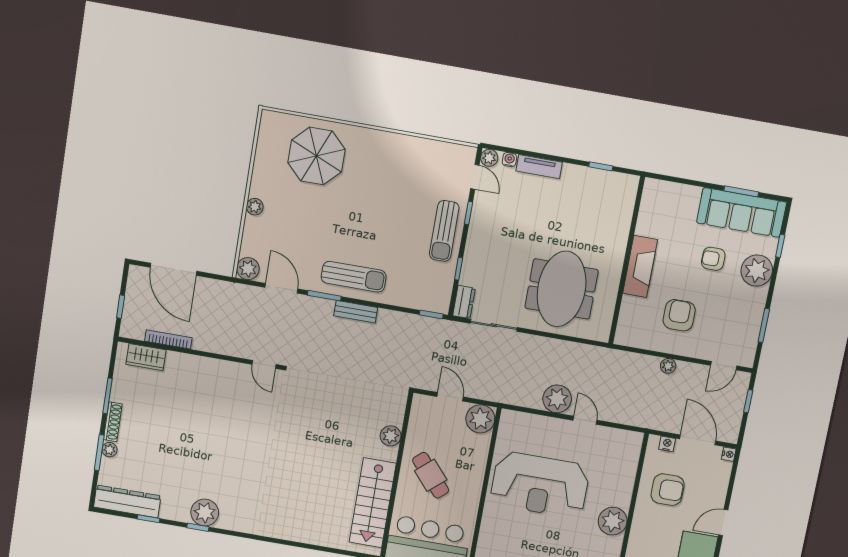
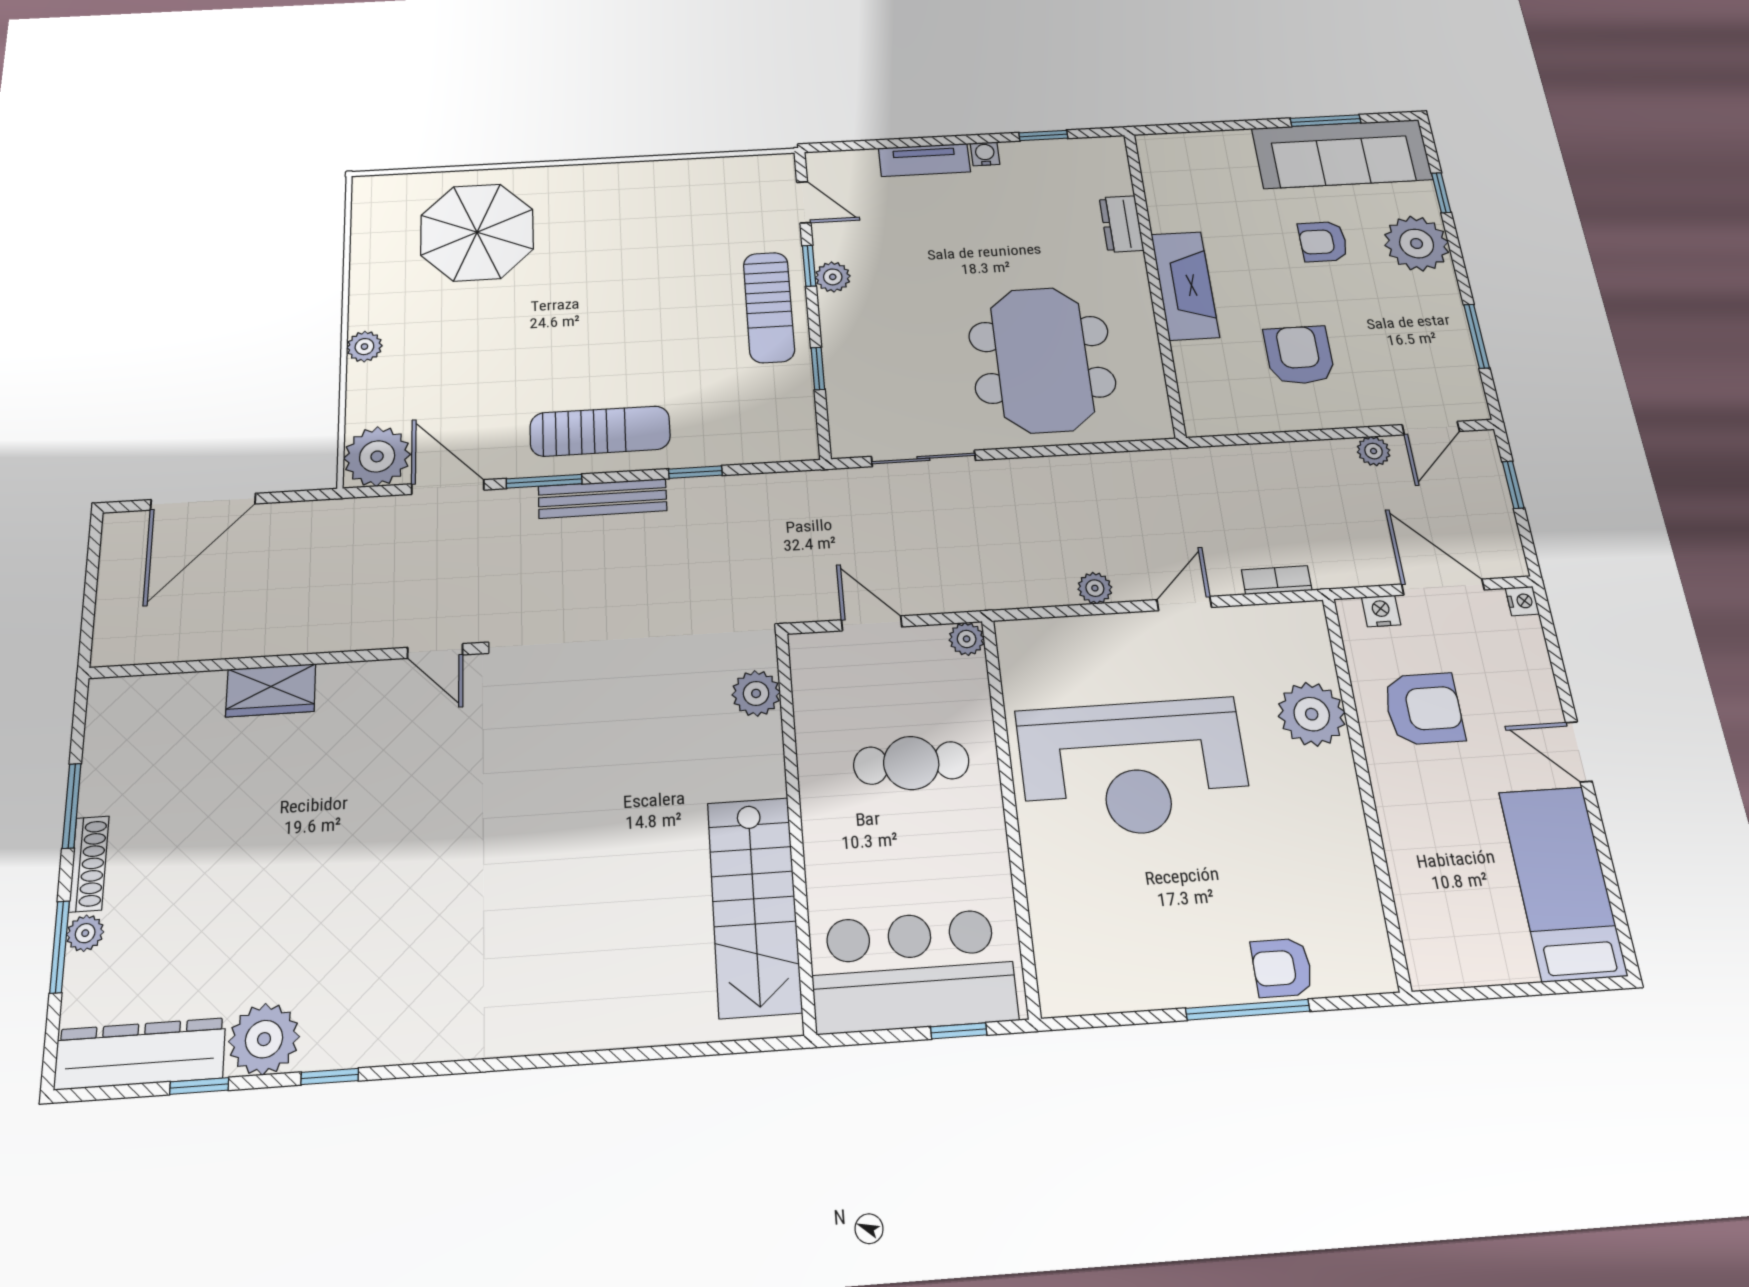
plant: (489, 158) -> (833, 277), moved
water cooler: (509, 160) -> (985, 154), moved
door: (174, 269) -> (203, 502), hinge flipped
plant: (248, 269) -> (377, 456), width x1.36, depth x1.36
dresser: (464, 302) -> (1121, 224), moved, turned 180
window: (121, 307) -> (89, 603), removed
bench: (356, 312) -> (603, 498), width x1.36
window: (431, 314) -> (695, 472), moved
bookcase: (168, 339) -> (1277, 580), moved, width x0.64
wardrobe: (146, 357) -> (271, 690), moved
plant: (668, 366) -> (1374, 451), moved
plant: (557, 399) -> (1095, 588), width x0.53, depth x0.53
plant: (480, 419) -> (967, 639), width x0.53, depth x0.53
door: (585, 420) -> (1184, 603), hinge flipped
plant: (391, 436) -> (756, 693), moved
cafe table: (431, 475) -> (911, 763), moved, turned -49
plant: (205, 513) -> (264, 1039), moved
plant: (613, 521) -> (1312, 714), moved
door: (723, 523) -> (1579, 752), hinge flipped

